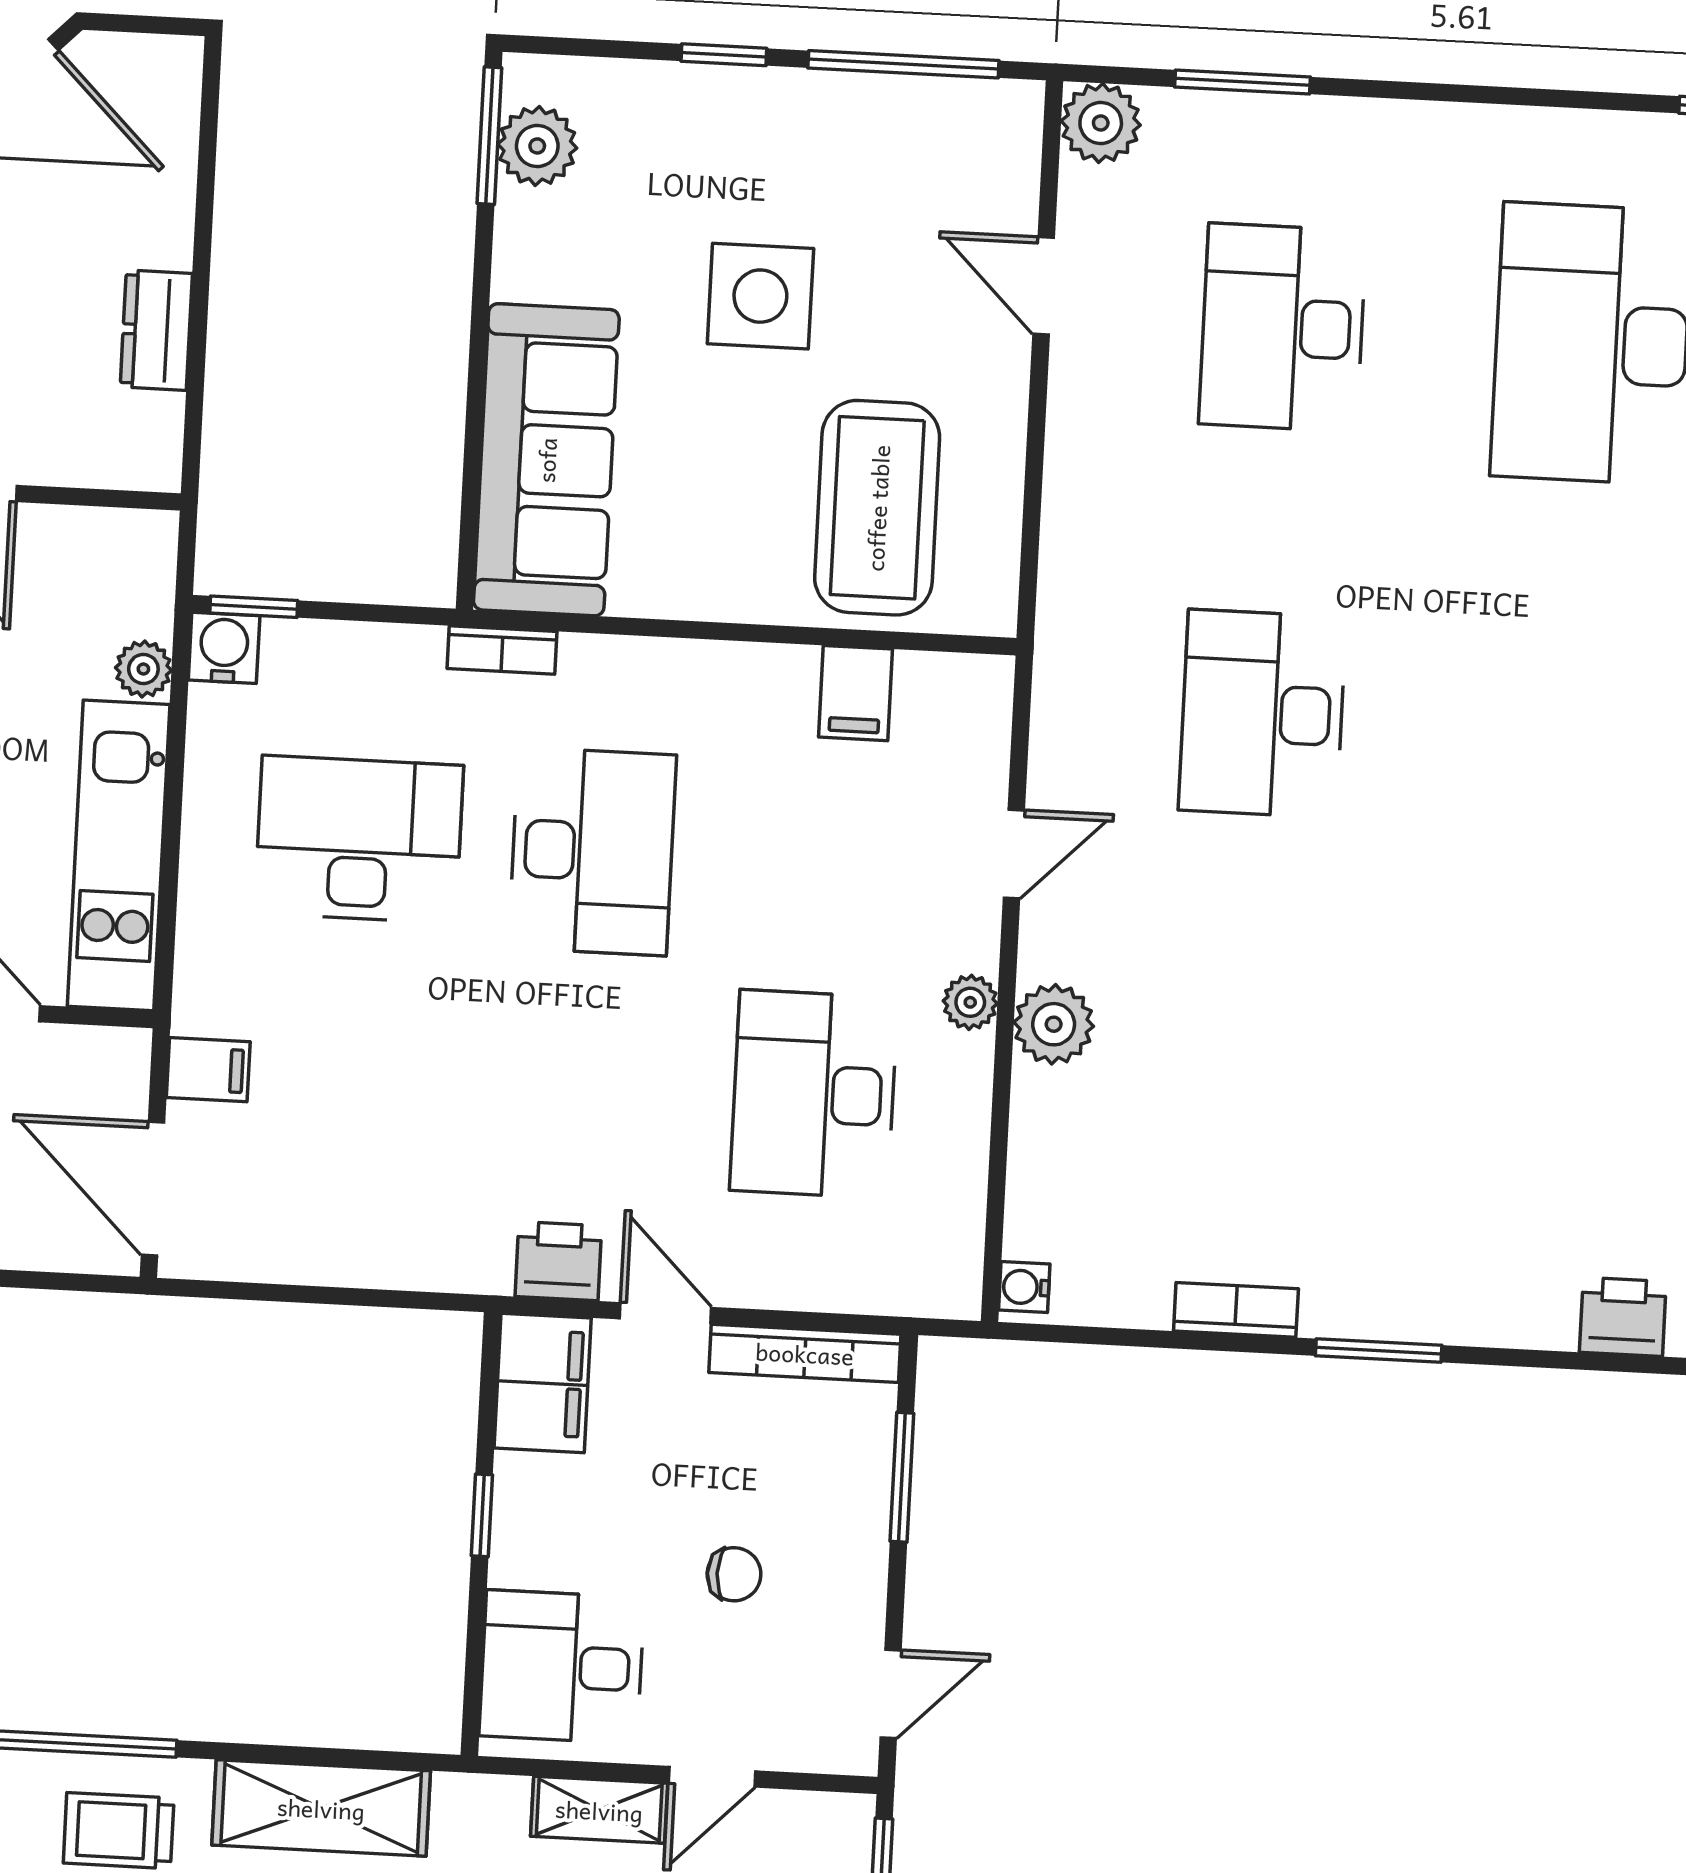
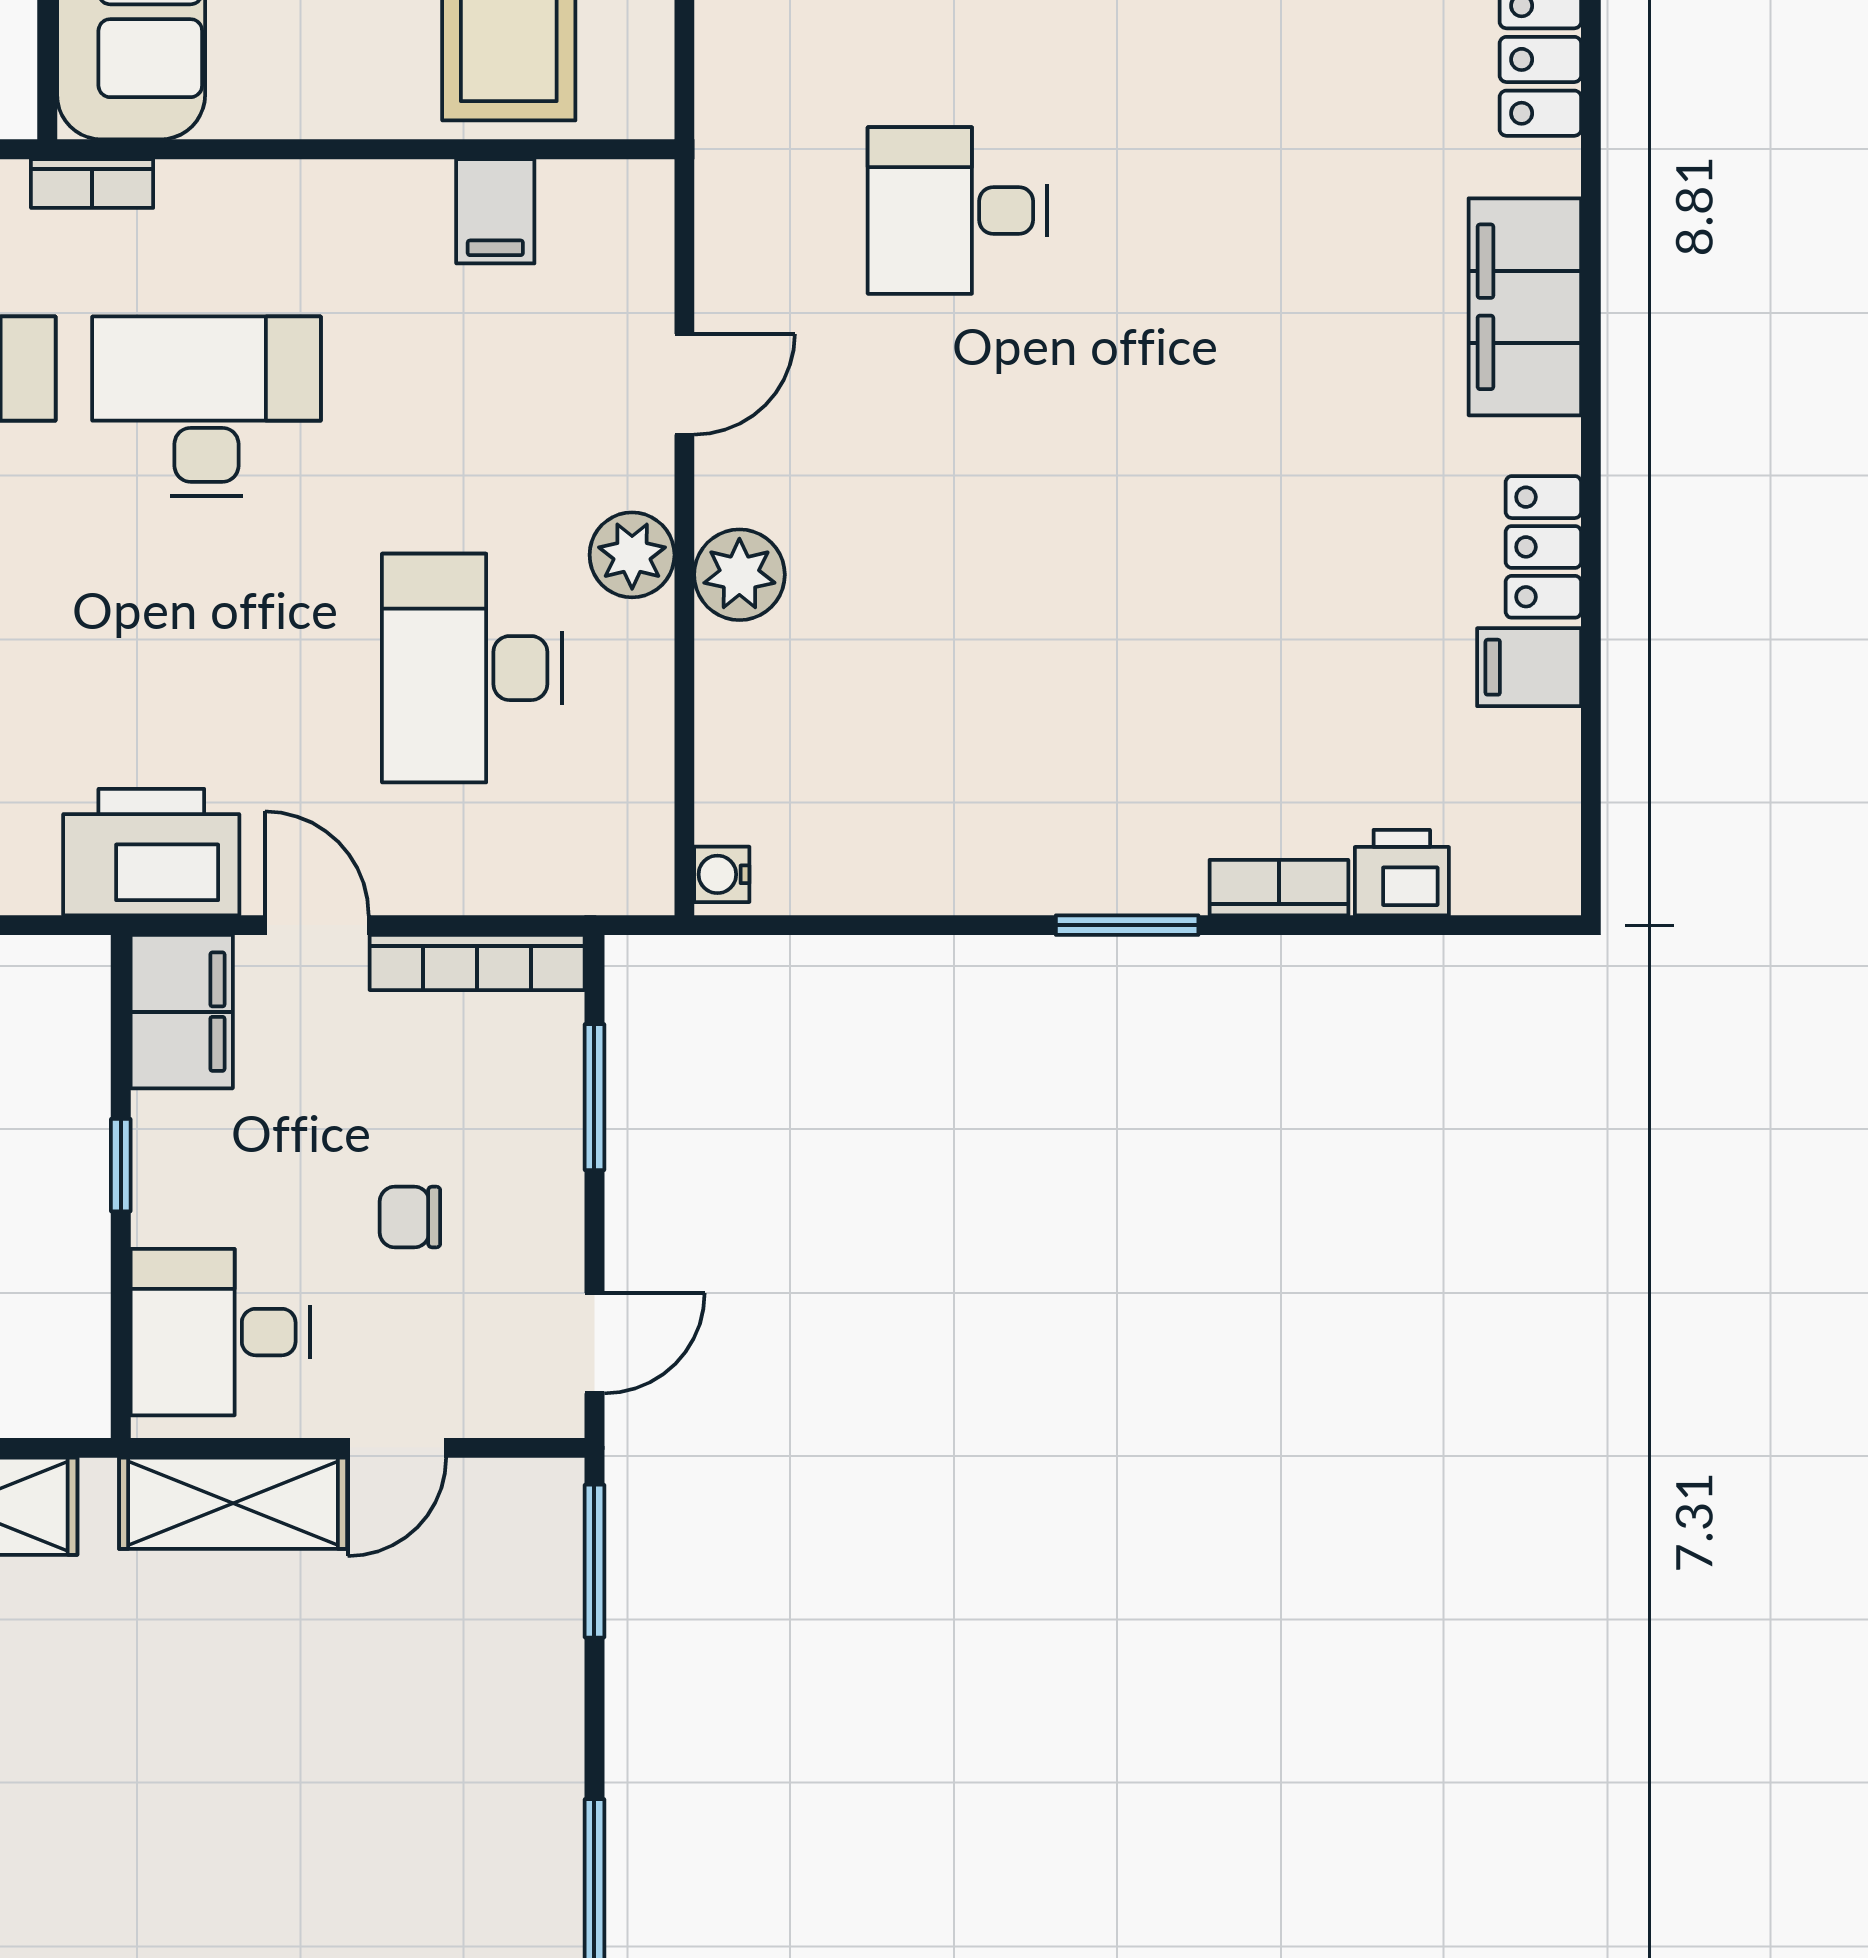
desk: (1262, 714) -> (958, 210), width x0.73
desk: (592, 851) -> (206, 406), turned -90
plant: (970, 1002) -> (632, 555), width x1.38, depth x1.38
printer: (558, 1261) -> (151, 852), width x1.87, depth x1.48
bookcase: (1236, 1310) -> (1279, 888), moved
chair: (734, 1574) -> (410, 1217), turned 180
shelving: (599, 1810) -> (233, 1503), width x1.50, depth x1.33

